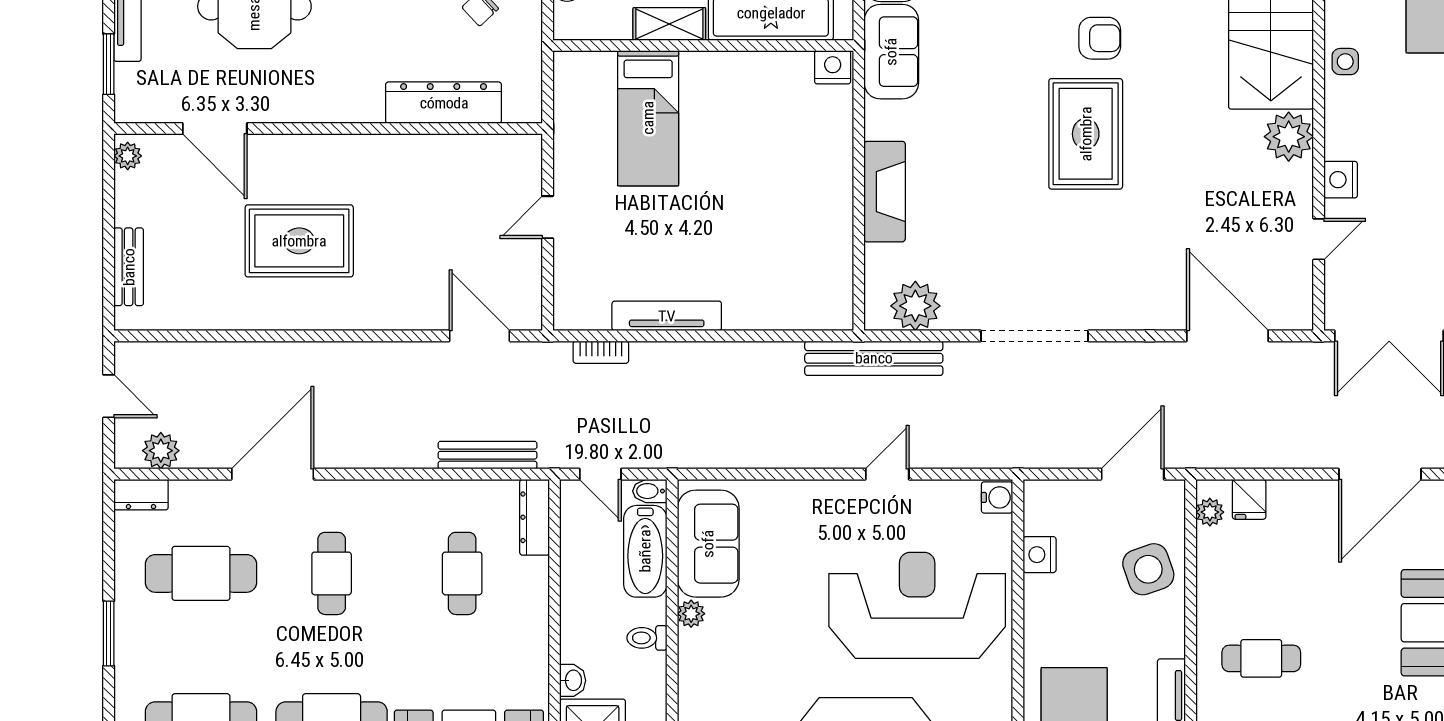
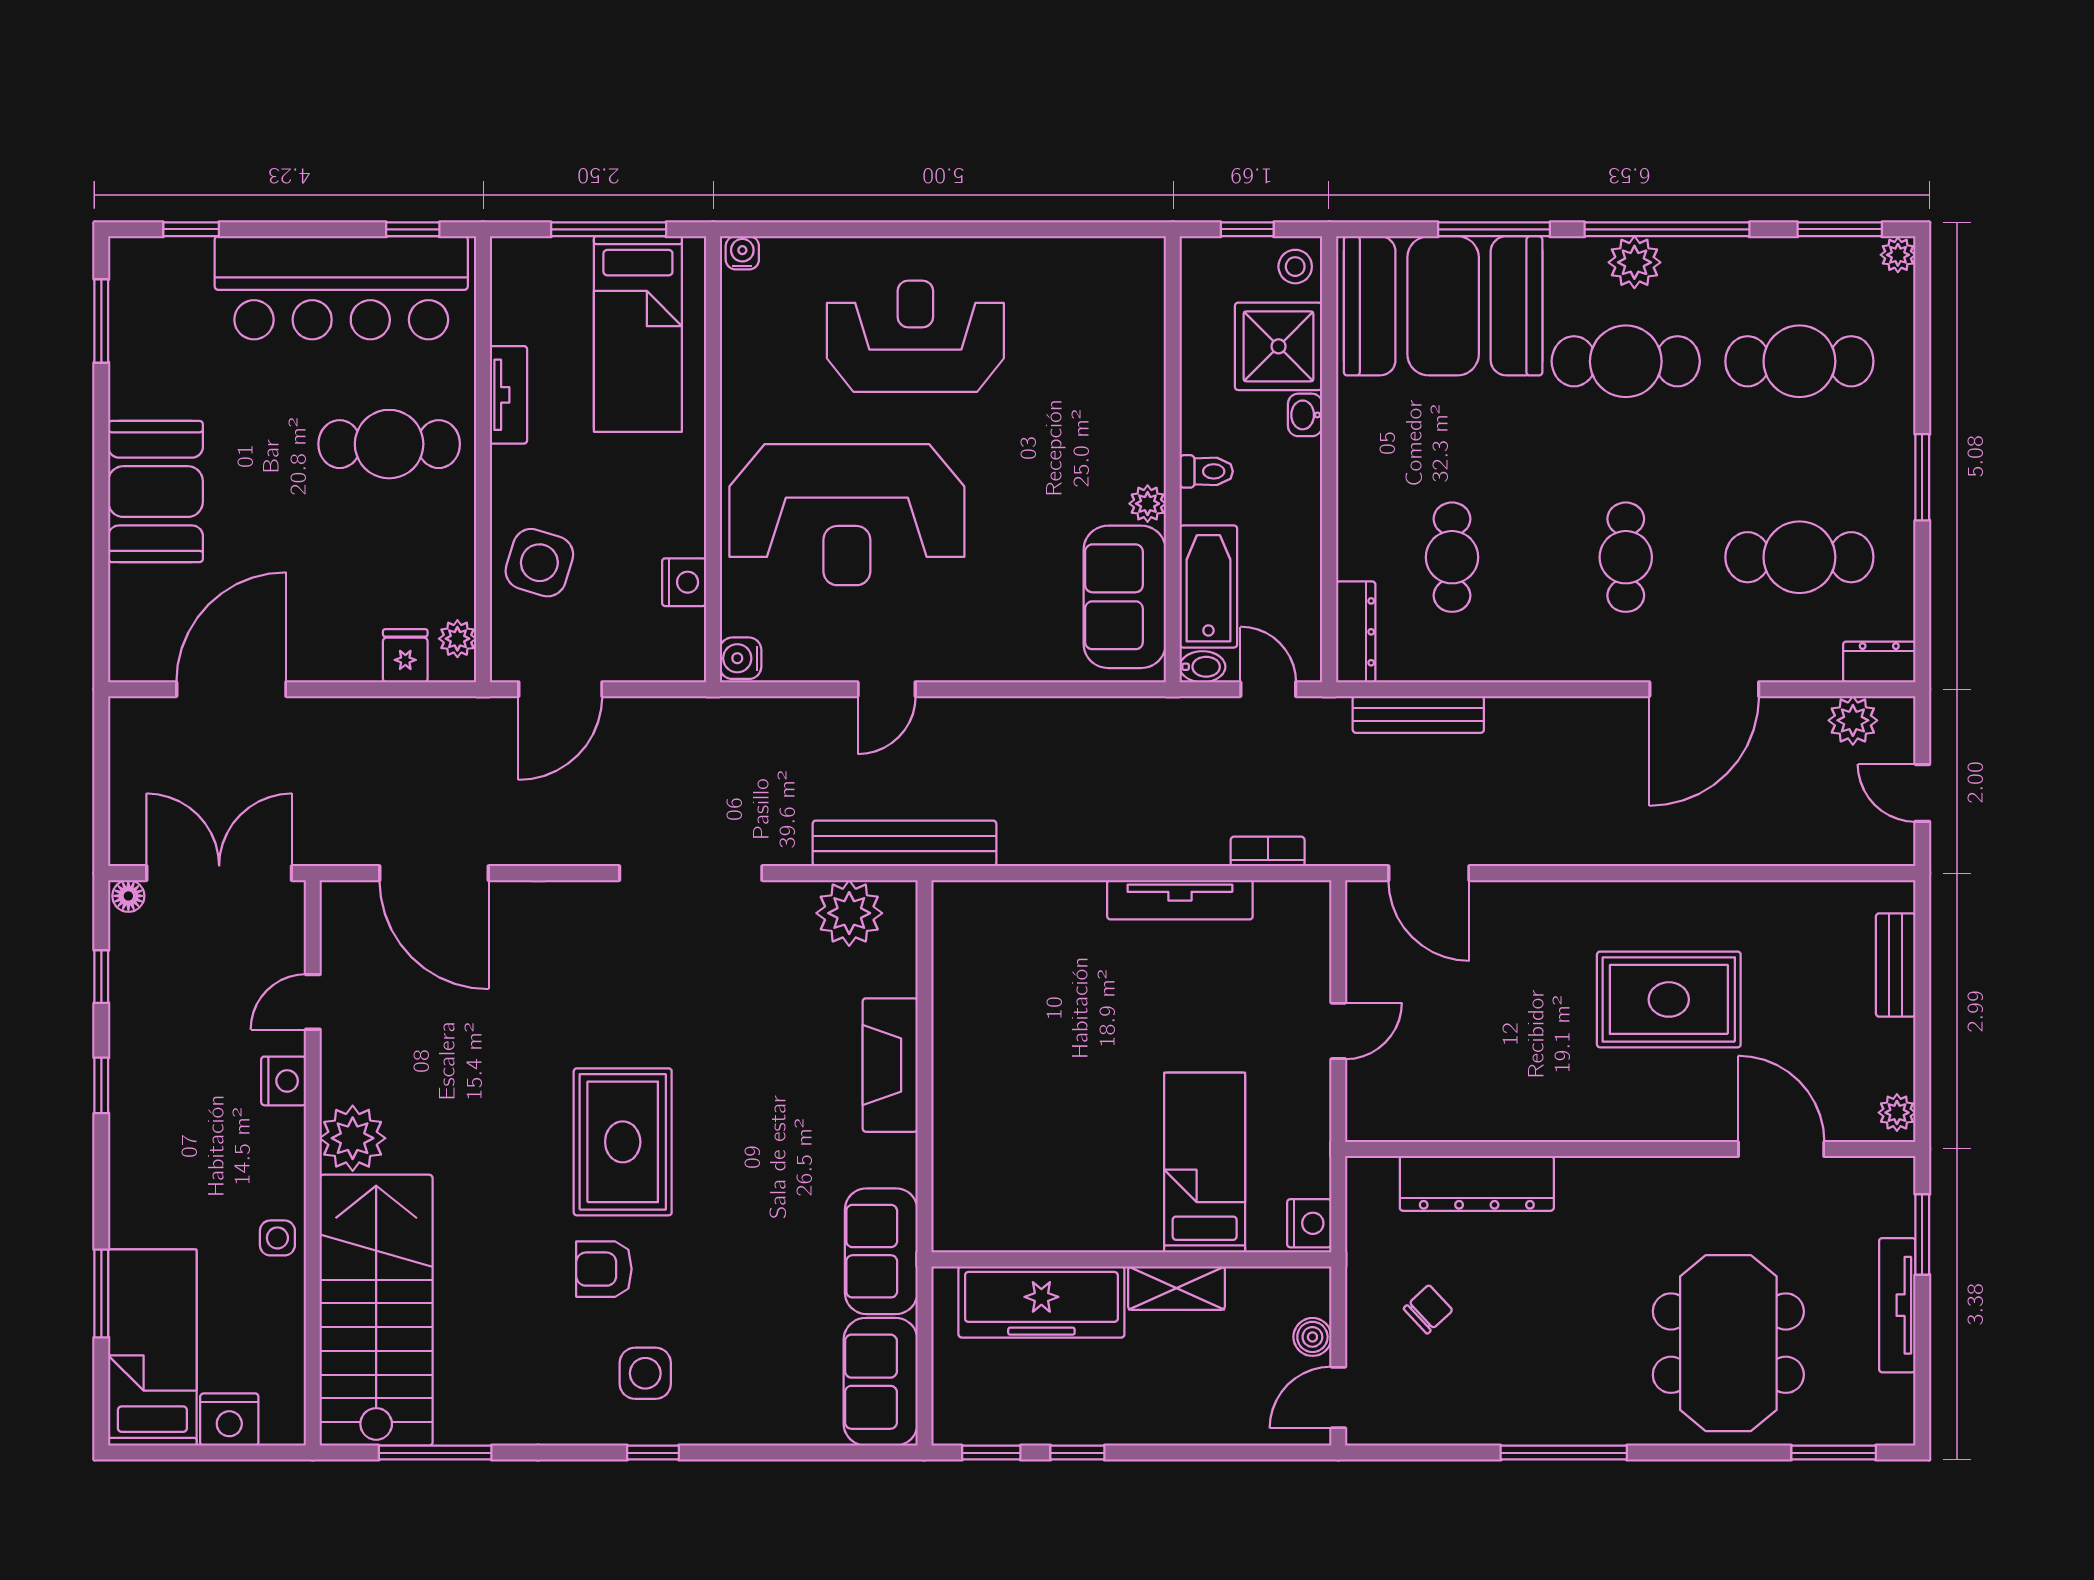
nightstand: (833, 67) -> (1309, 1223), moved, turned -90
side table: (1148, 569) -> (539, 563), turned 36
cafe table: (1261, 658) -> (389, 444), width x1.37, depth x1.35

